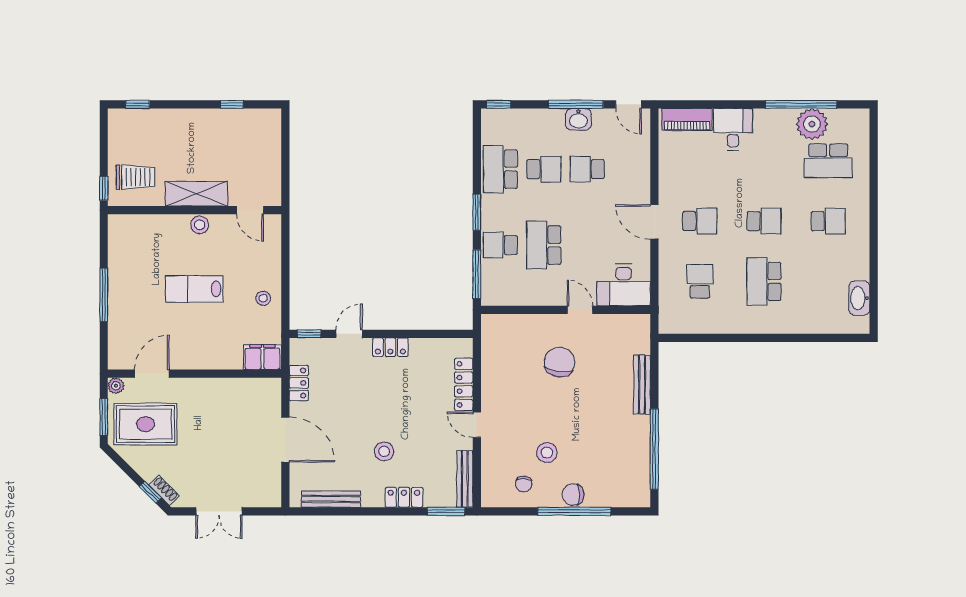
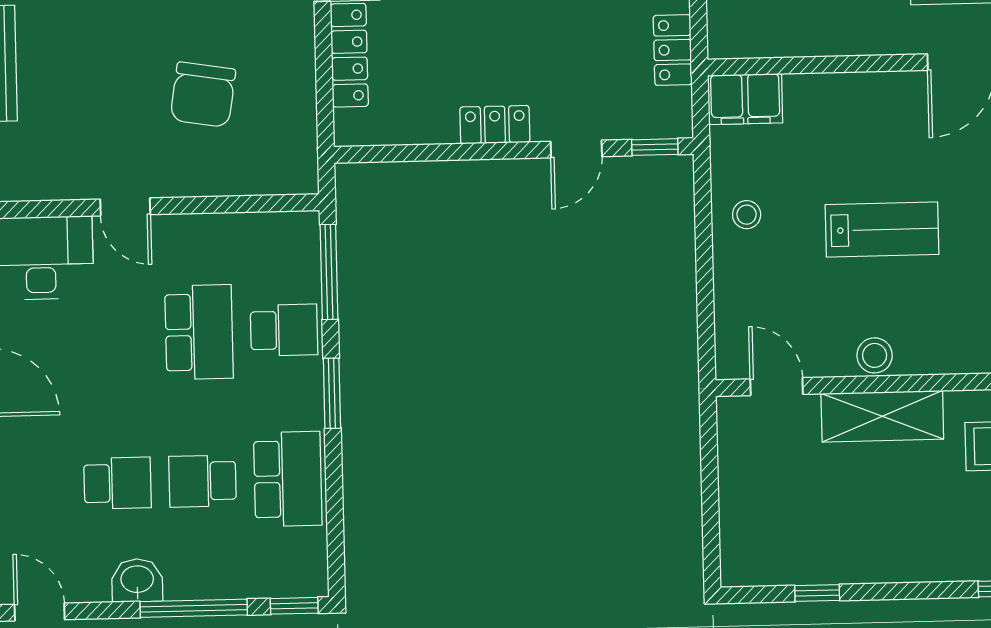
window: (576, 104) -> (194, 608), moved
chair: (560, 362) -> (203, 95), moved

